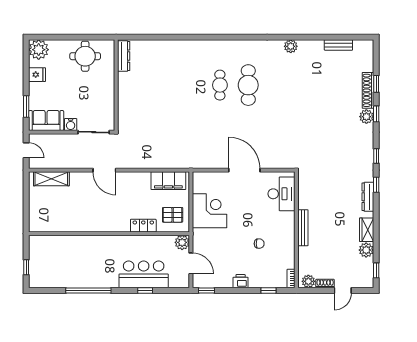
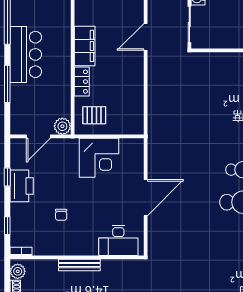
filing cabinet: (168, 181) -> (85, 46), moved, turned 180
pallet: (173, 215) -> (94, 115), turned 90
bar counter: (144, 274) -> (26, 54), moved
printer: (241, 281) -> (22, 186), width x1.87, depth x1.48
window: (145, 290) -> (7, 84), width x2.17
window: (206, 290) -> (7, 177), moved

